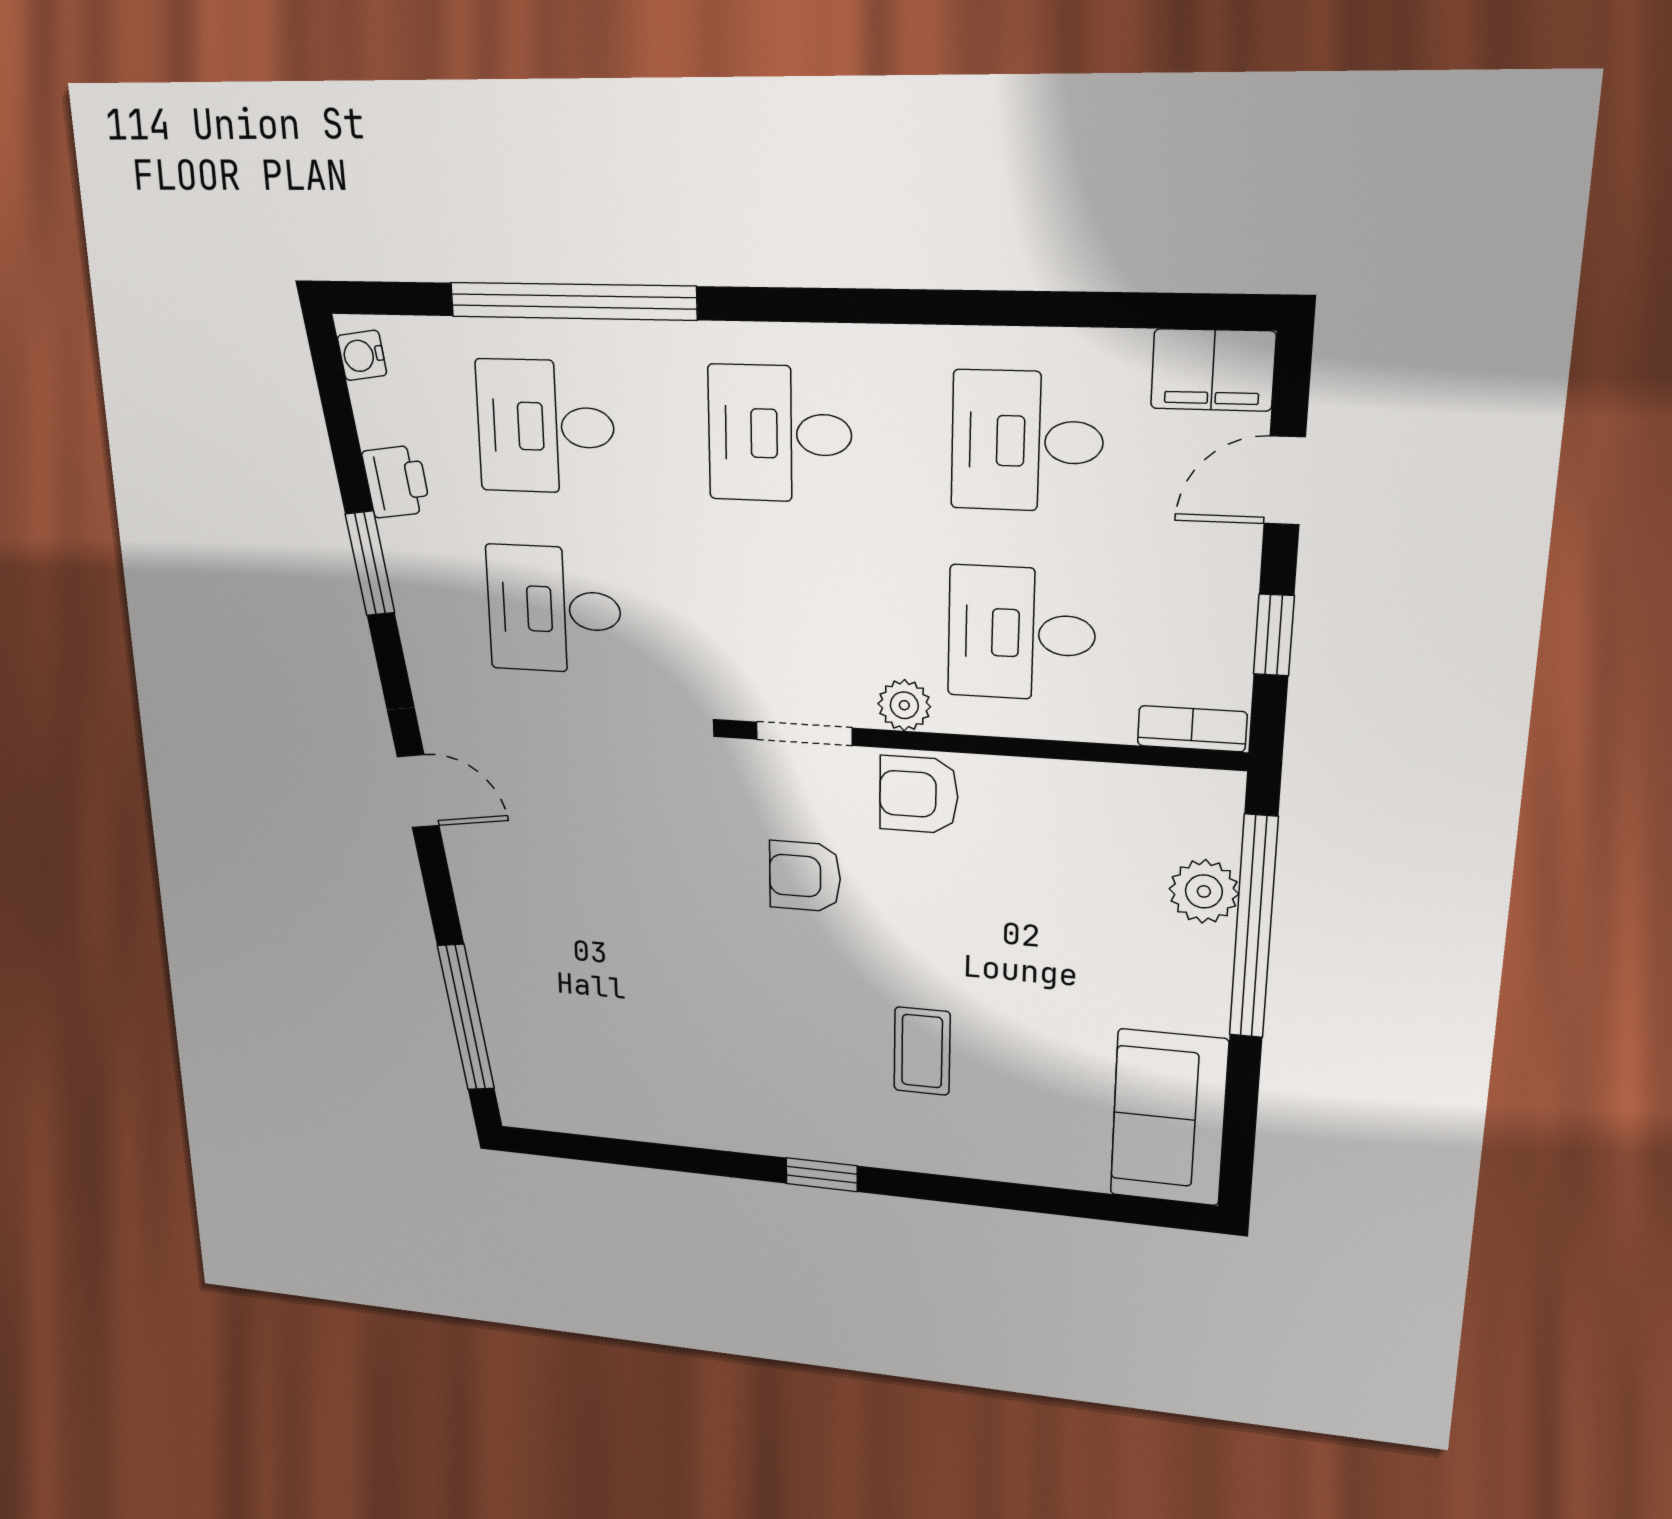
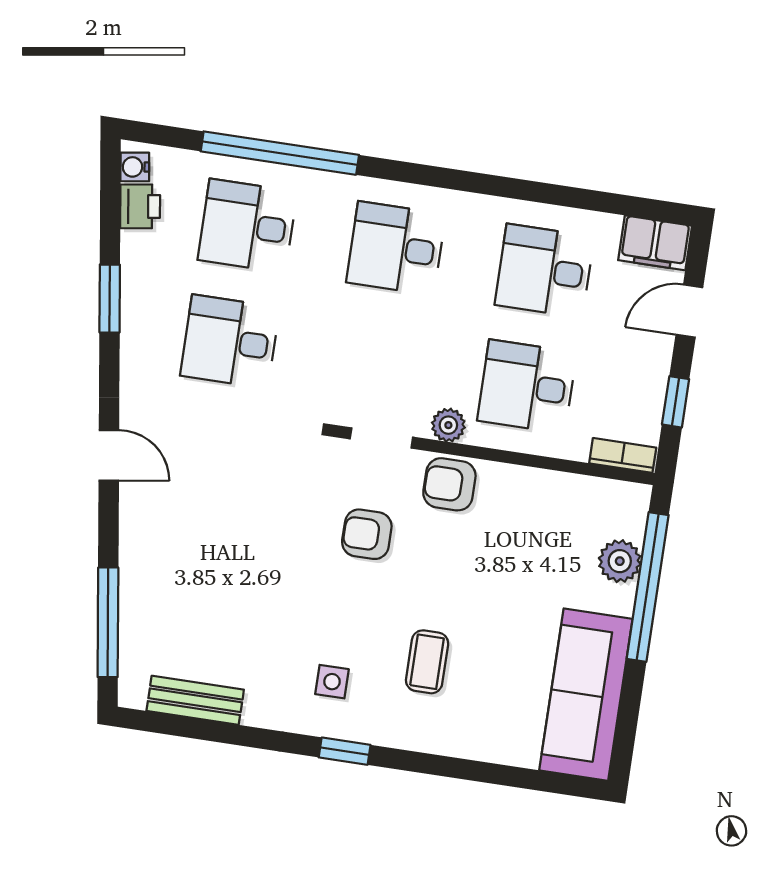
printer: (396, 482) -> (140, 206), moved
side table: (788, 1083) -> (332, 682), added
bench: (603, 1115) -> (195, 700), added
sofa: (1169, 1118) -> (586, 695), width x1.36

